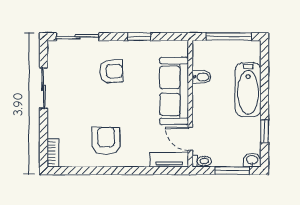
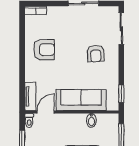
window: (139, 37) -> (121, 94), moved

